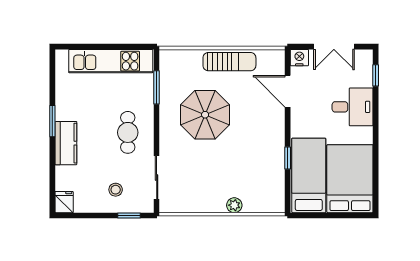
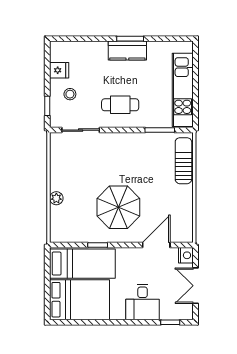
sun lounger: (229, 62) -> (183, 161), moved, turned 180
parasol: (205, 115) -> (118, 207), moved
kitchen counter: (66, 143) -> (127, 51), moved
fridge: (64, 202) -> (59, 70), moved

